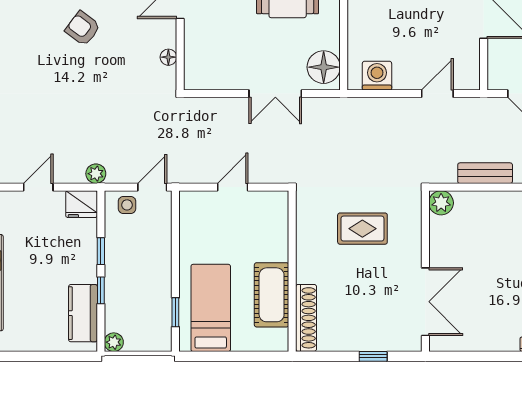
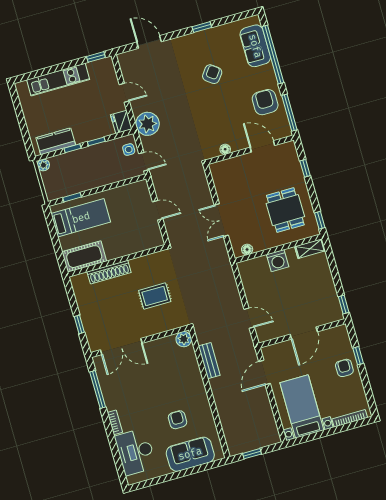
armchair: (83, 28) -> (212, 74), moved
floor lamp: (324, 67) -> (247, 250), width x0.53, depth x0.53
washing machine: (377, 76) -> (278, 261), moved, turned 90
plant: (96, 174) -> (147, 124), width x1.88, depth x1.88
rug: (362, 229) -> (155, 296), turned 90
cot: (272, 295) -> (84, 257), moved
shoe rack: (306, 318) -> (109, 272), moved
window: (481, 356) -> (98, 390), added

